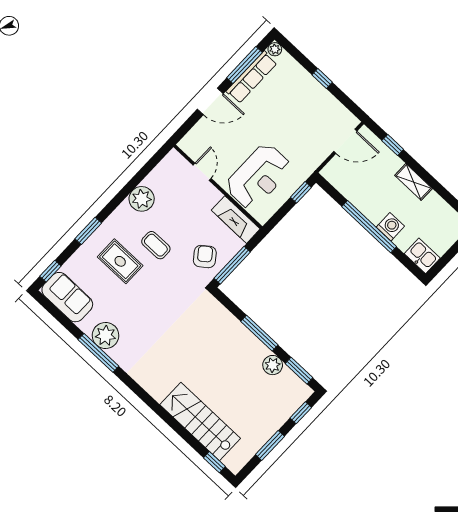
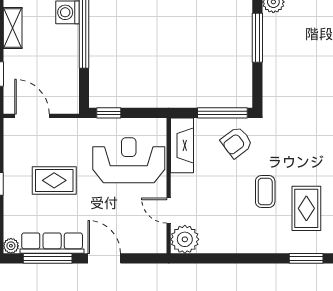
rug: (291, 116) -> (54, 180), added
door: (202, 172) -> (169, 211), hinge flipped
plant: (142, 199) -> (185, 239), moved

